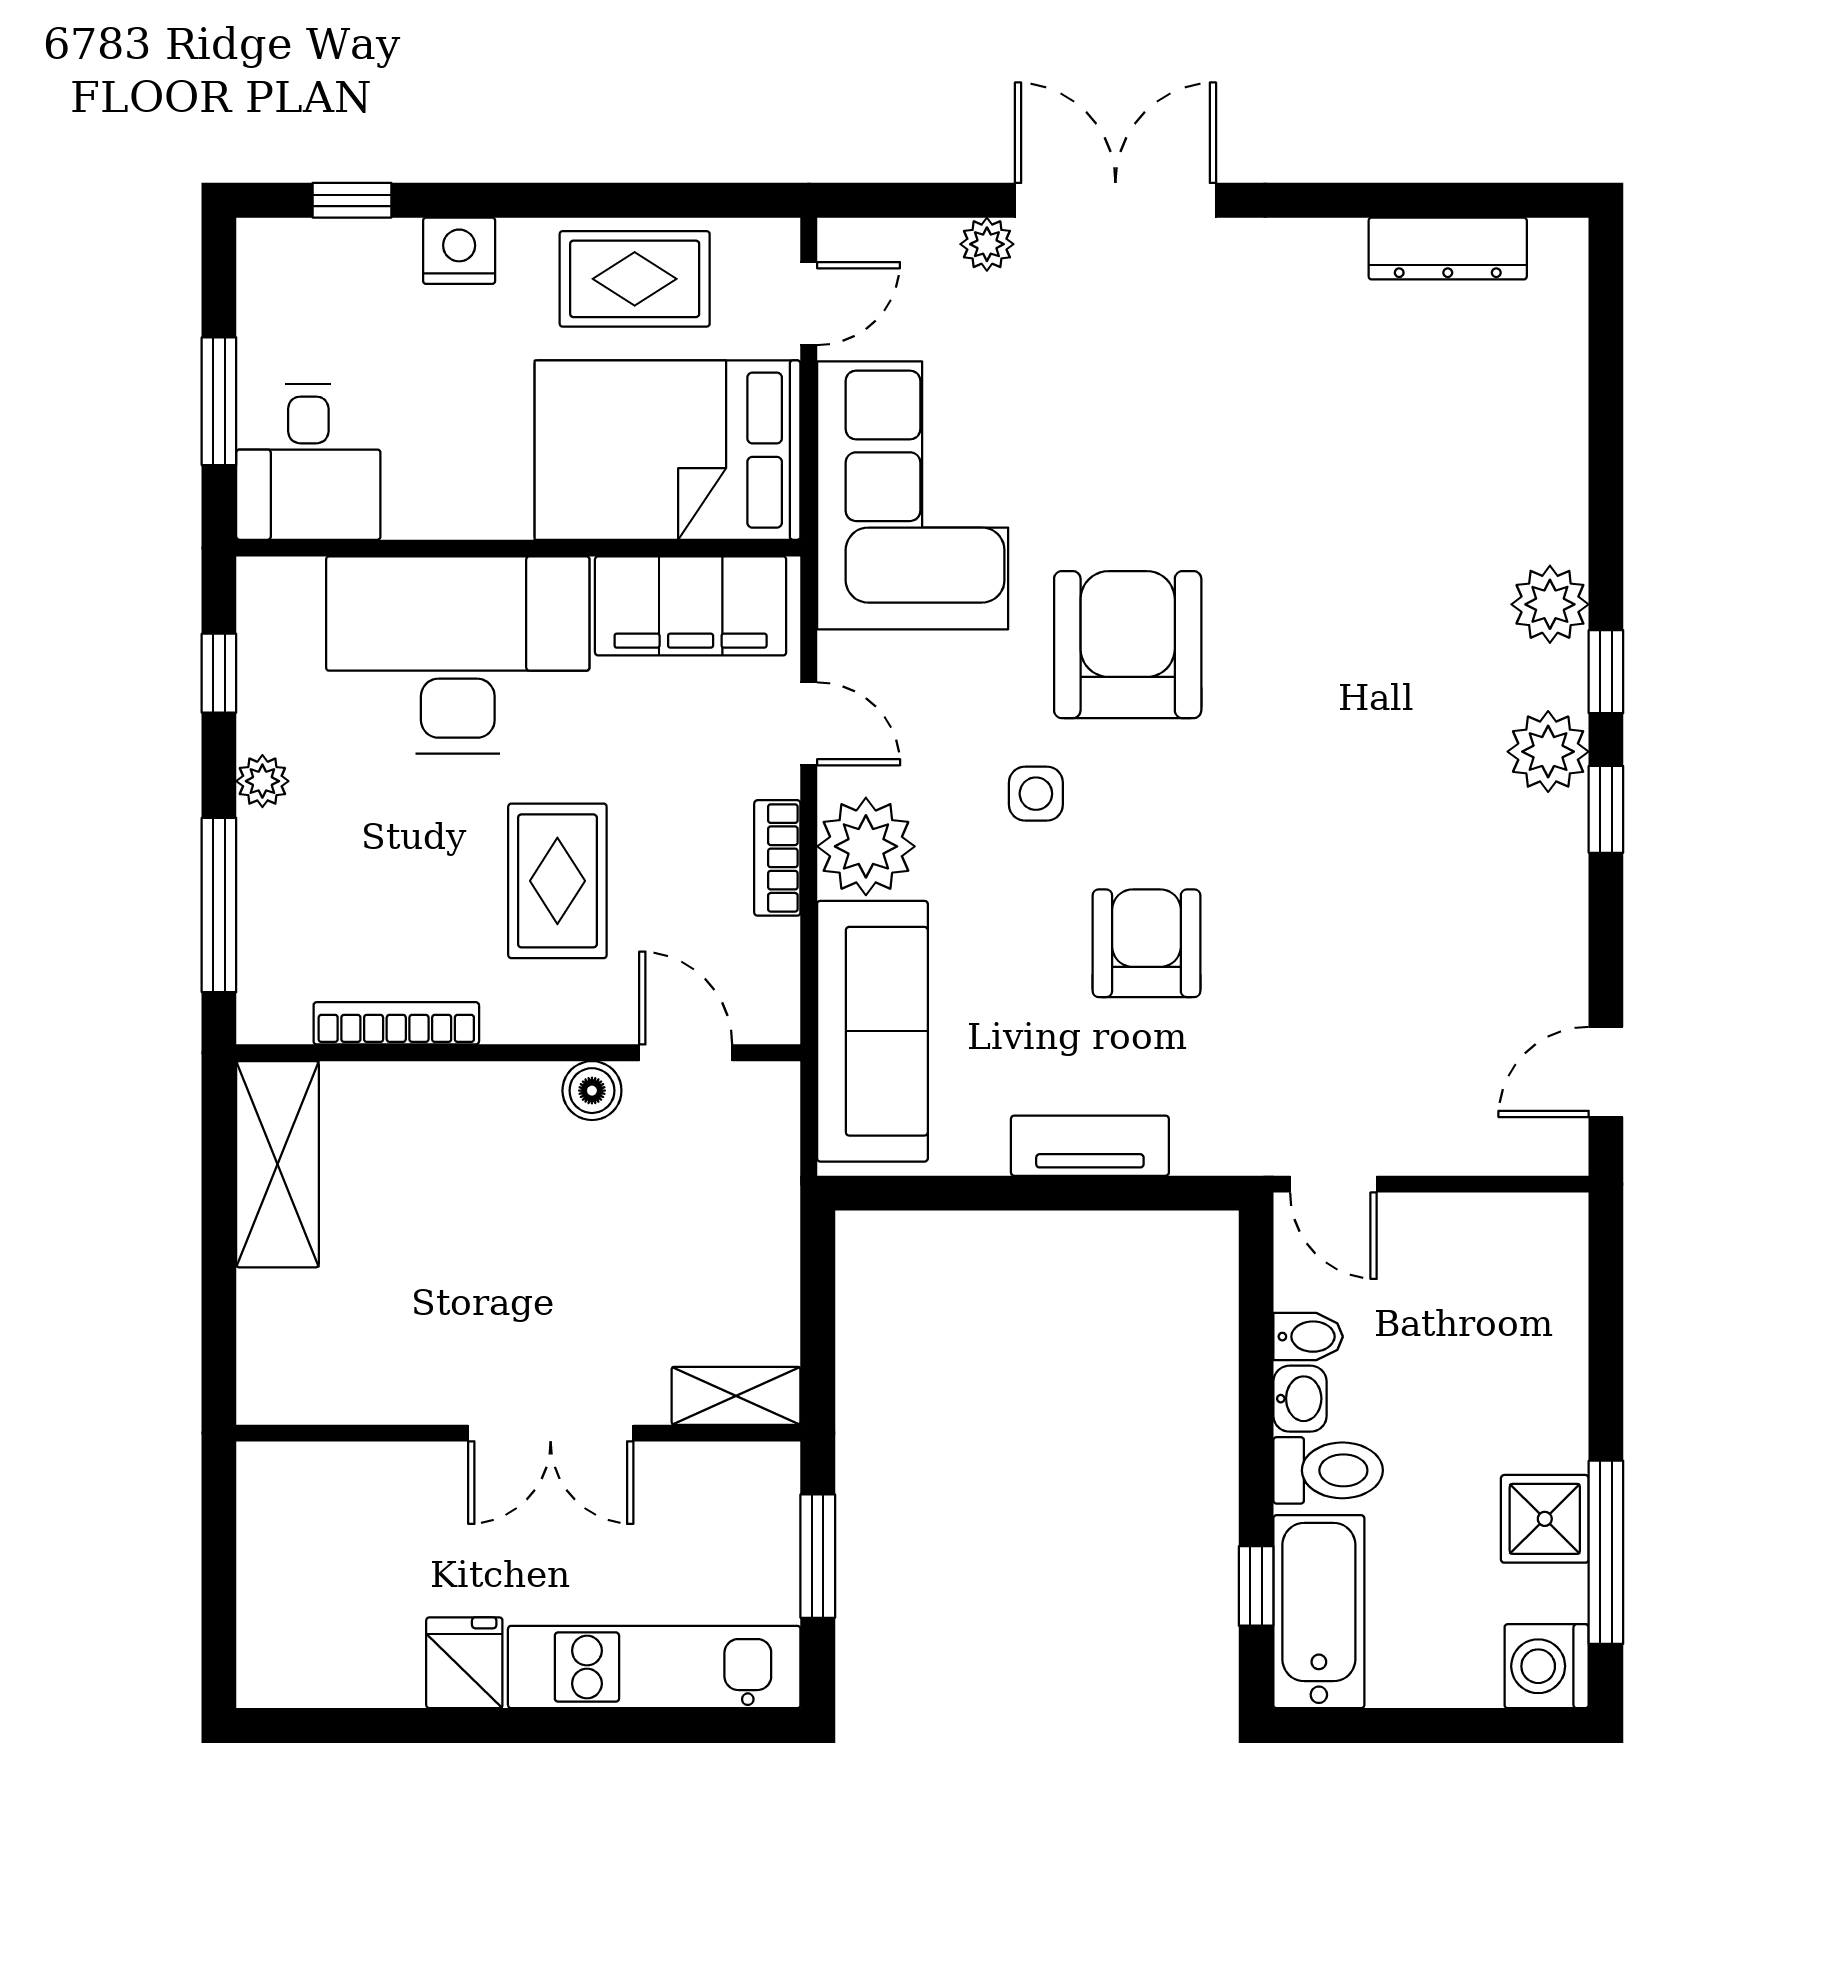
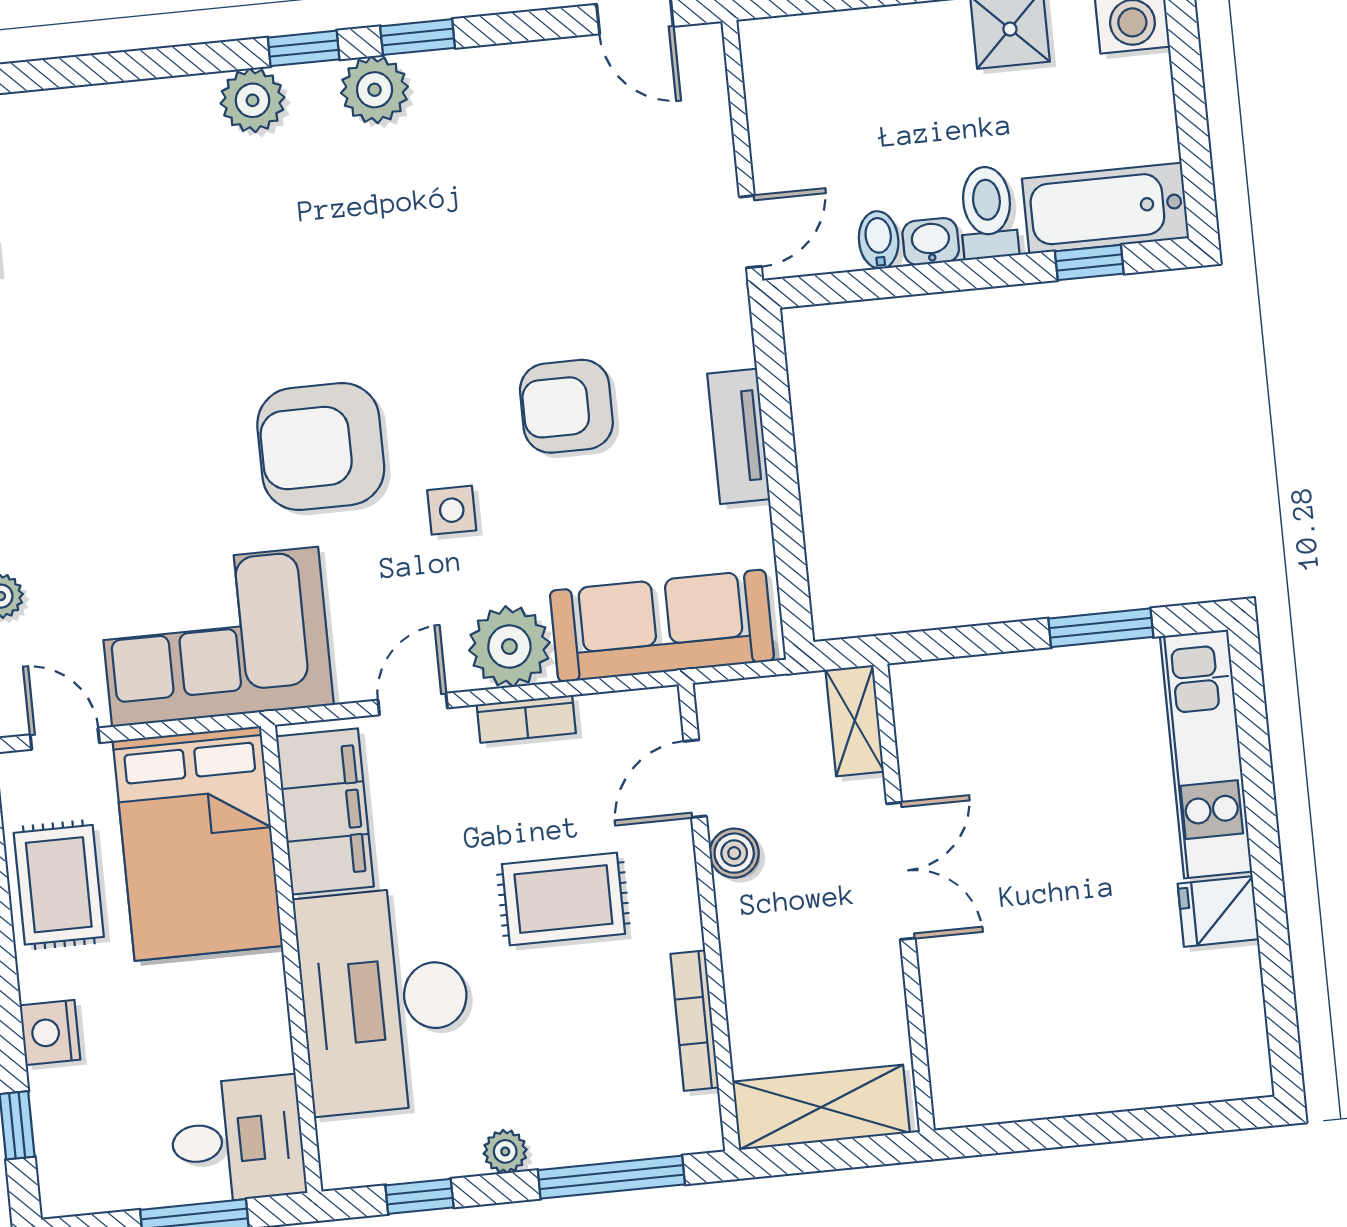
shelving: (736, 1396) -> (855, 721), moved
wall: (518, 1433) -> (904, 898), moved
double door: (551, 1433) -> (901, 871), moved

